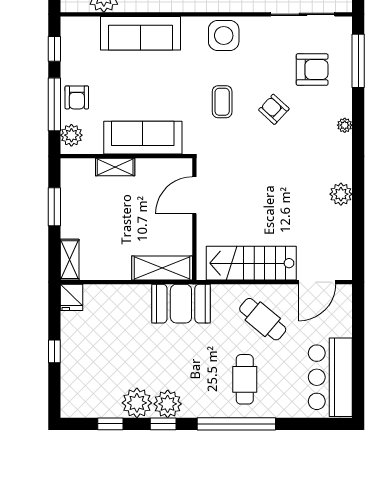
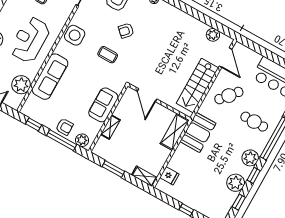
sofa: (143, 138) -> (103, 105), width x0.73
plant: (341, 194) -> (213, 35), moved
fridge: (71, 297) -> (169, 176), moved
plant: (168, 404) -> (250, 158), moved

